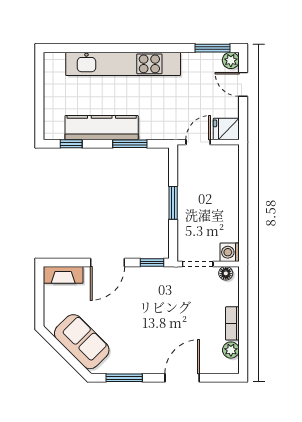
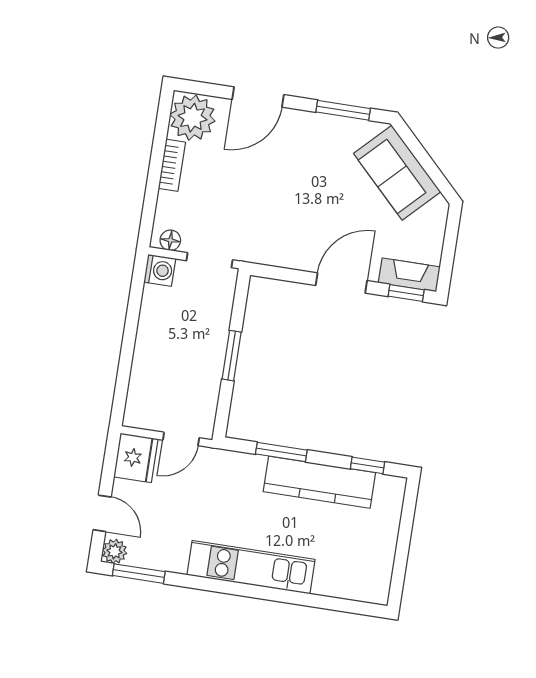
kitchen unit: (123, 64) -> (251, 567), width x0.73
fridge: (226, 129) -> (136, 458), width x1.38
window: (152, 262) -> (406, 293), moved
plant: (231, 350) -> (192, 118), width x1.88, depth x1.88

